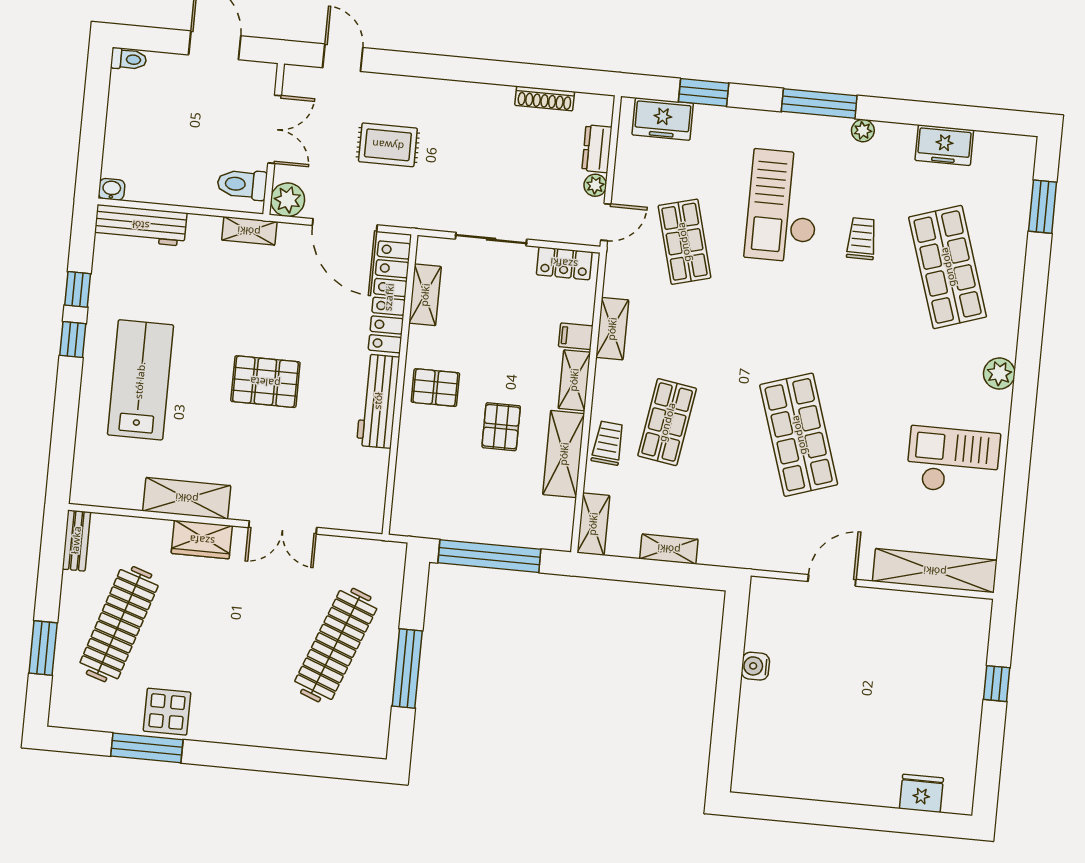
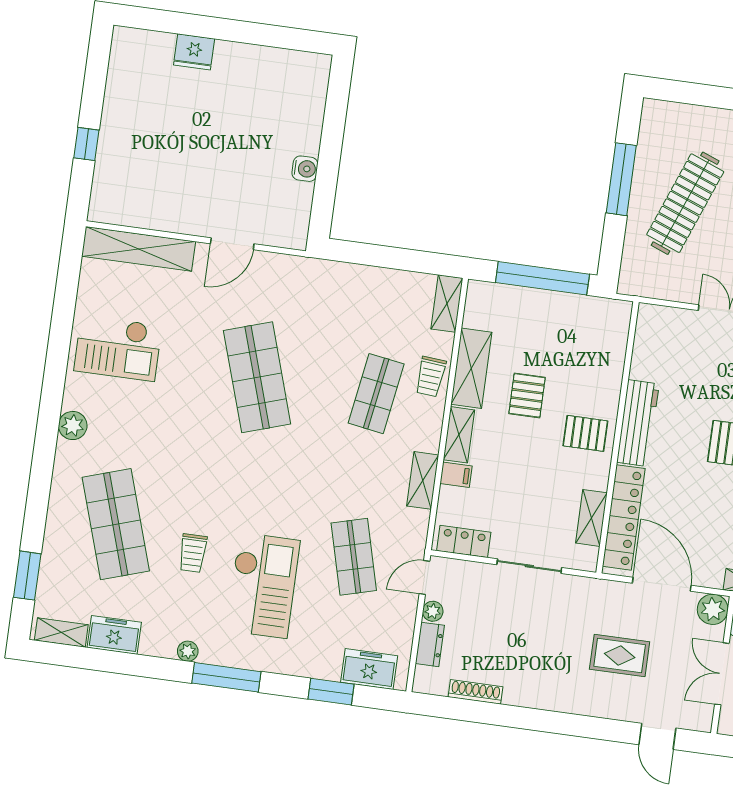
shelving: (669, 549) -> (61, 633), moved
fridge: (921, 793) -> (194, 52), moved

